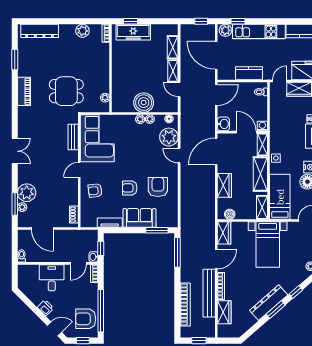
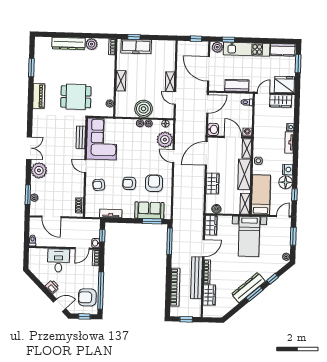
dresser: (40, 31) -> (68, 44), moved
shelving: (173, 47) -> (121, 81), moved
door: (79, 170) -> (85, 166), hinge flipped
plant: (27, 193) -> (39, 170), moved
sofa: (139, 218) -> (149, 210), moved

